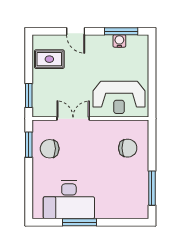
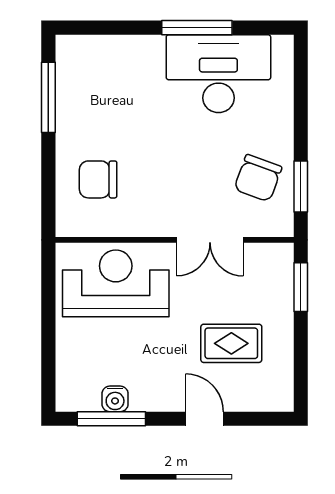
rug: (49, 59) -> (231, 343), moved
chair: (50, 149) -> (258, 178), turned 110

